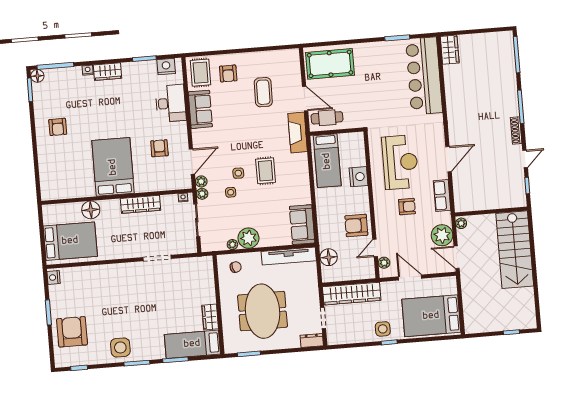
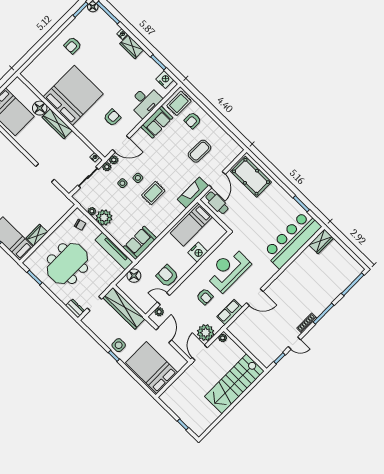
reception desk: (400, 162) -> (228, 270), turned 180
bed: (113, 167) -> (73, 95), width x1.36
wardrobe: (141, 204) -> (57, 124), moved

